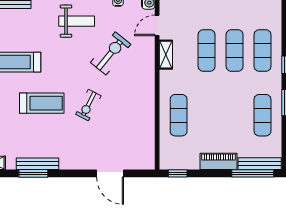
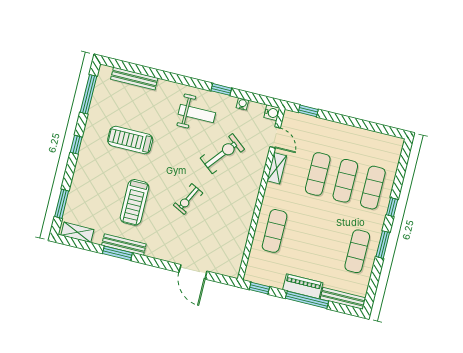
door: (157, 25) -> (275, 137), swing flipped
treadmill: (42, 103) -> (134, 202), moved, turned 90
window: (253, 173) -> (307, 300), moved

